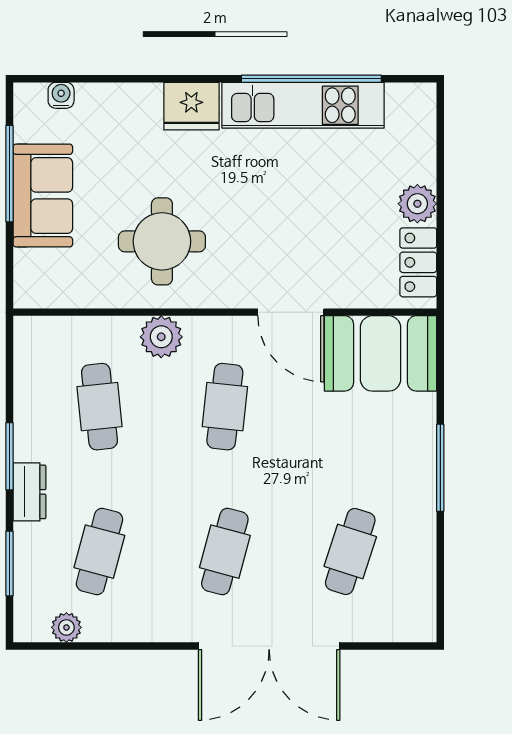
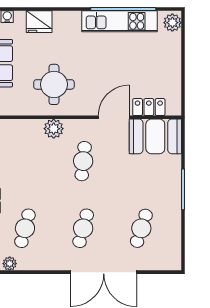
fridge: (191, 106) -> (39, 22), moved
plant: (417, 204) -> (172, 23), moved
locker: (418, 262) -> (149, 107), moved, turned 90
door: (291, 312) -> (114, 117), swing flipped
cafe table: (99, 407) -> (25, 161), removed

